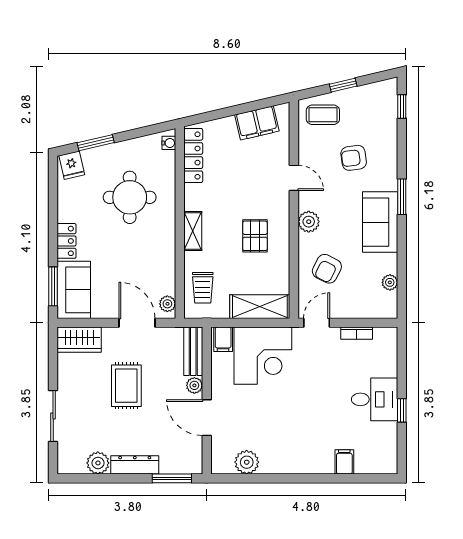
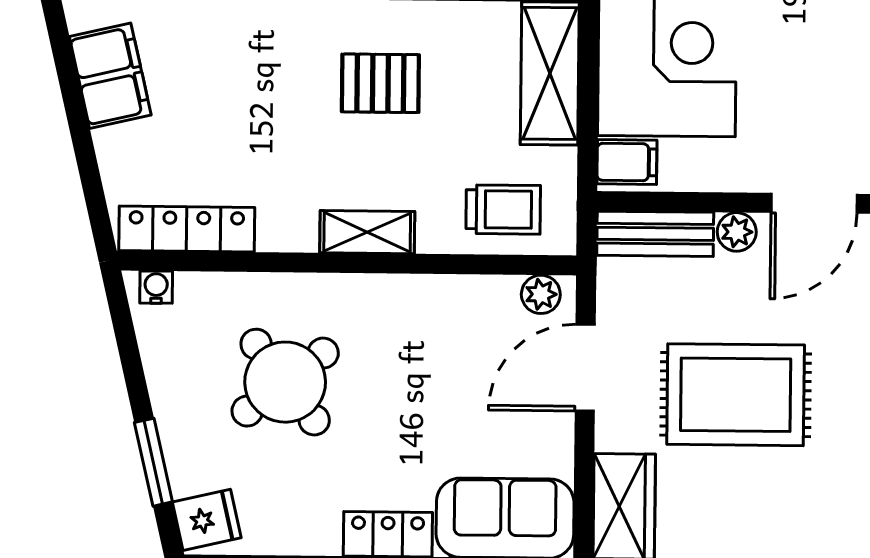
round table: (130, 197) -> (285, 382), turned -38
rug: (126, 386) -> (736, 395), width x1.36, depth x1.43

